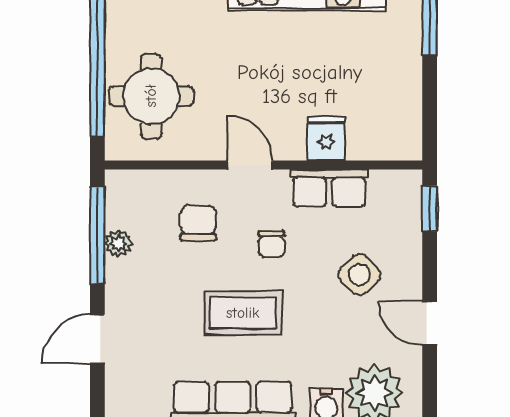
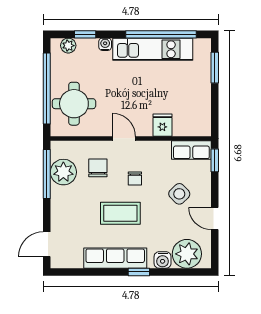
row of seats: (329, 188) -> (191, 150), moved
plant: (118, 243) -> (63, 172), width x1.88, depth x1.88
door: (97, 339) -> (47, 244), moved

